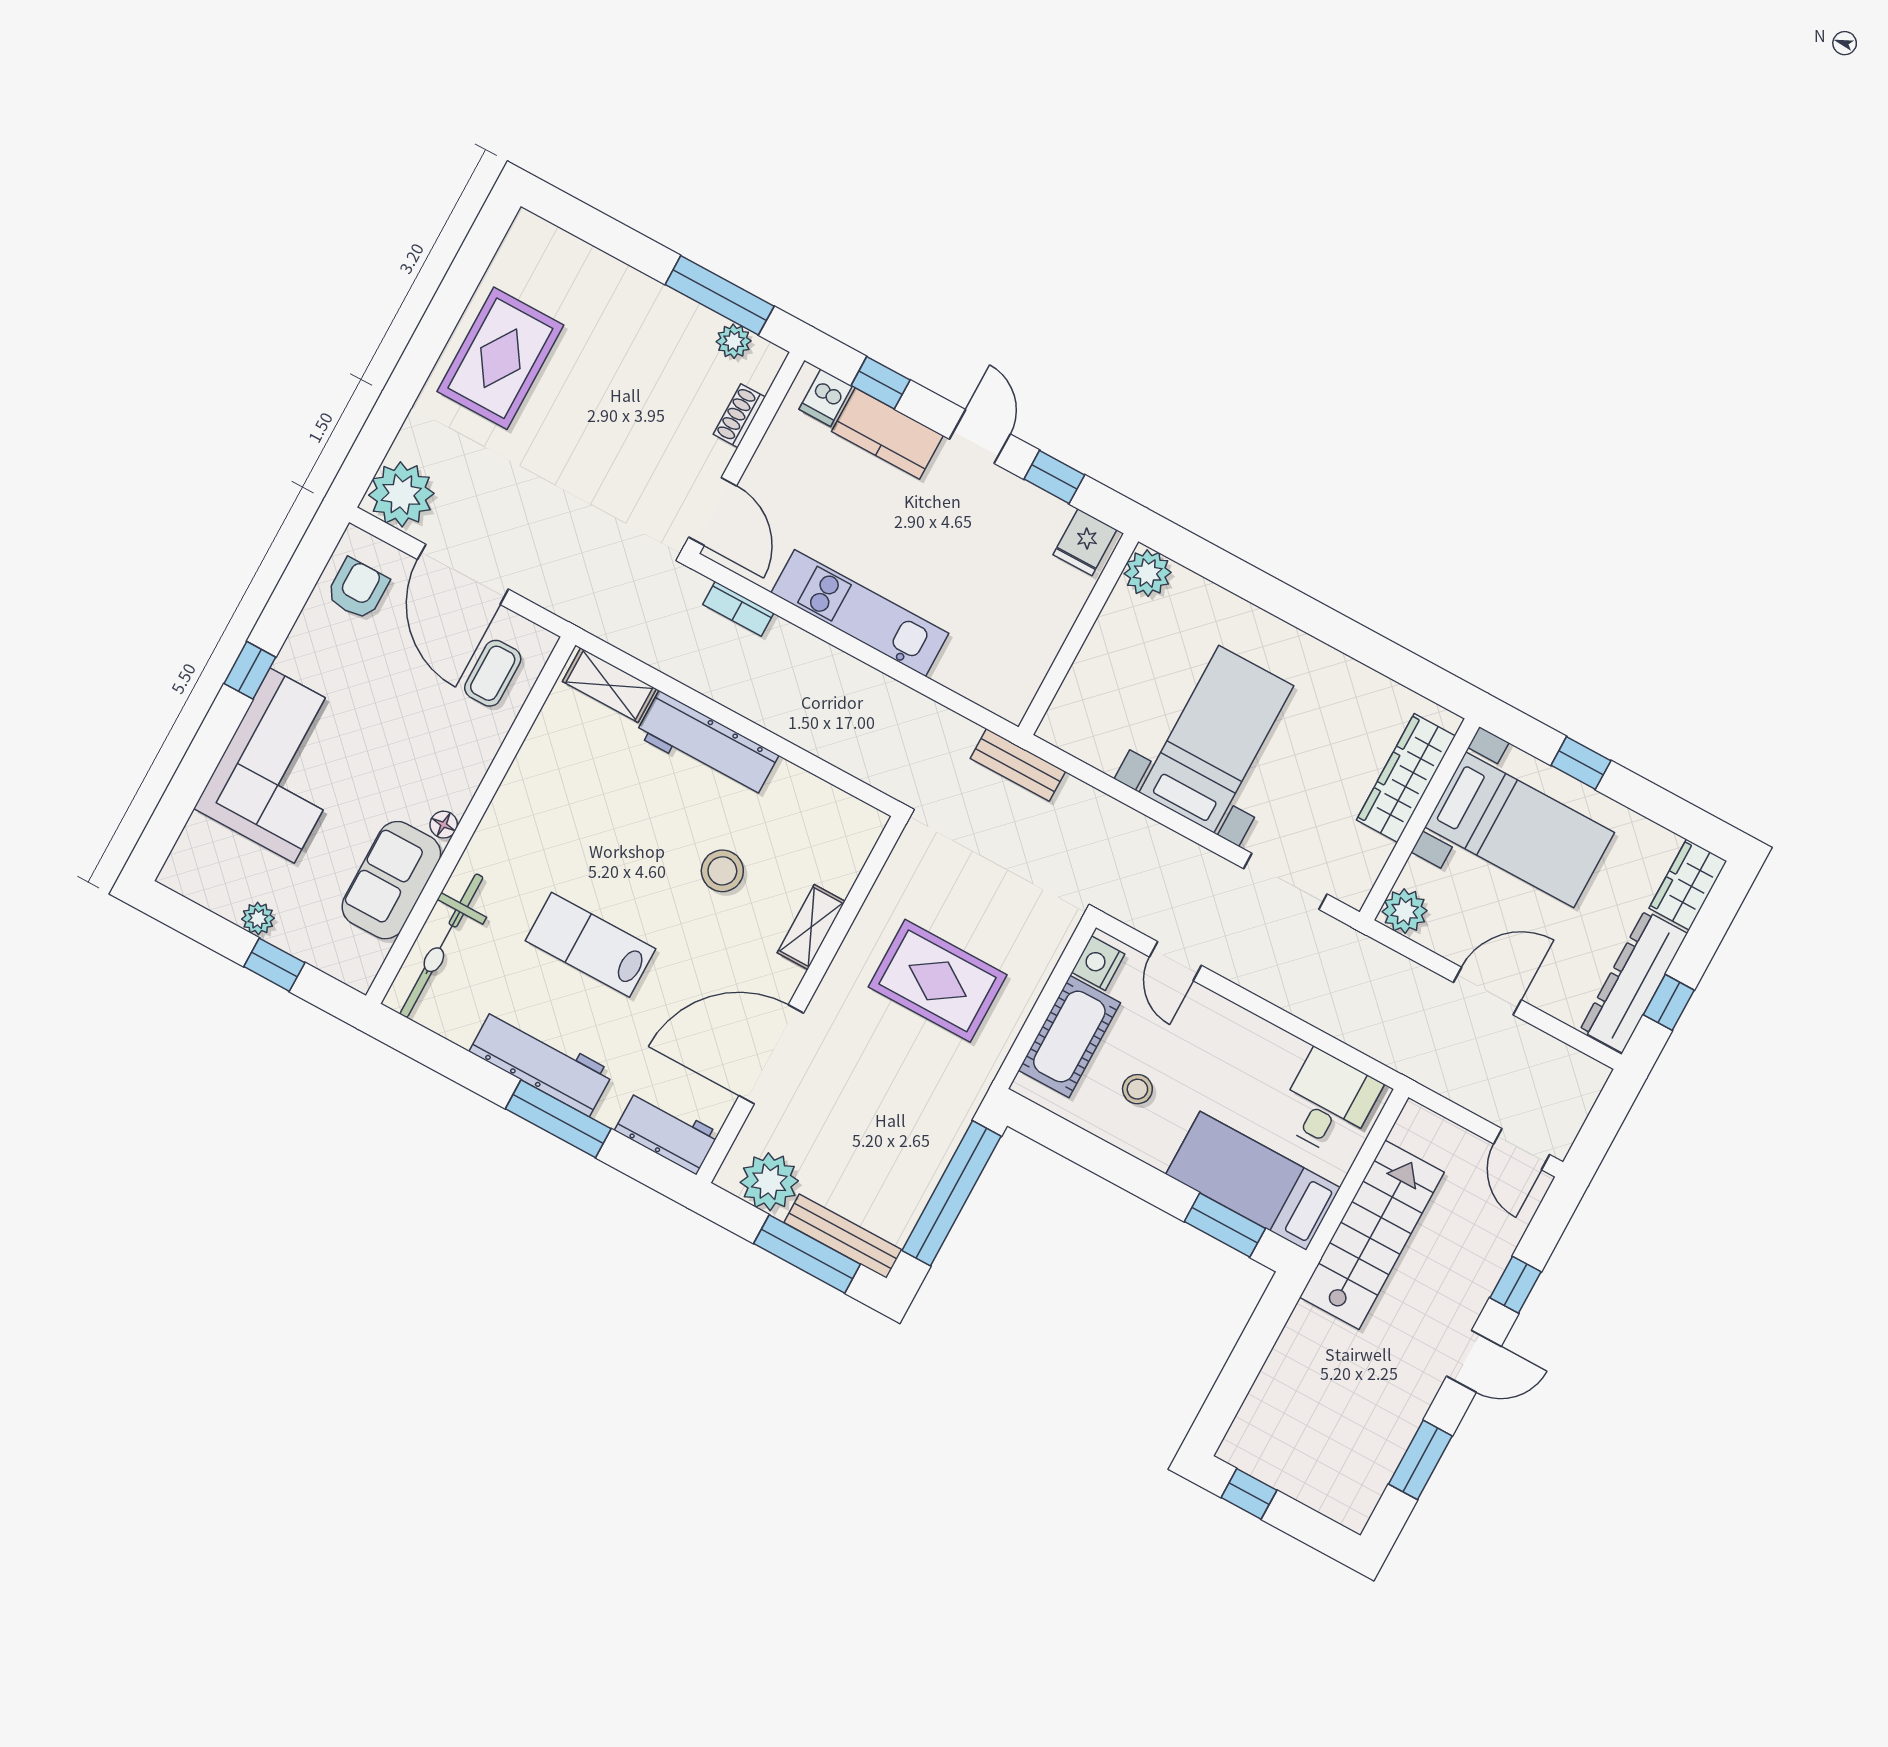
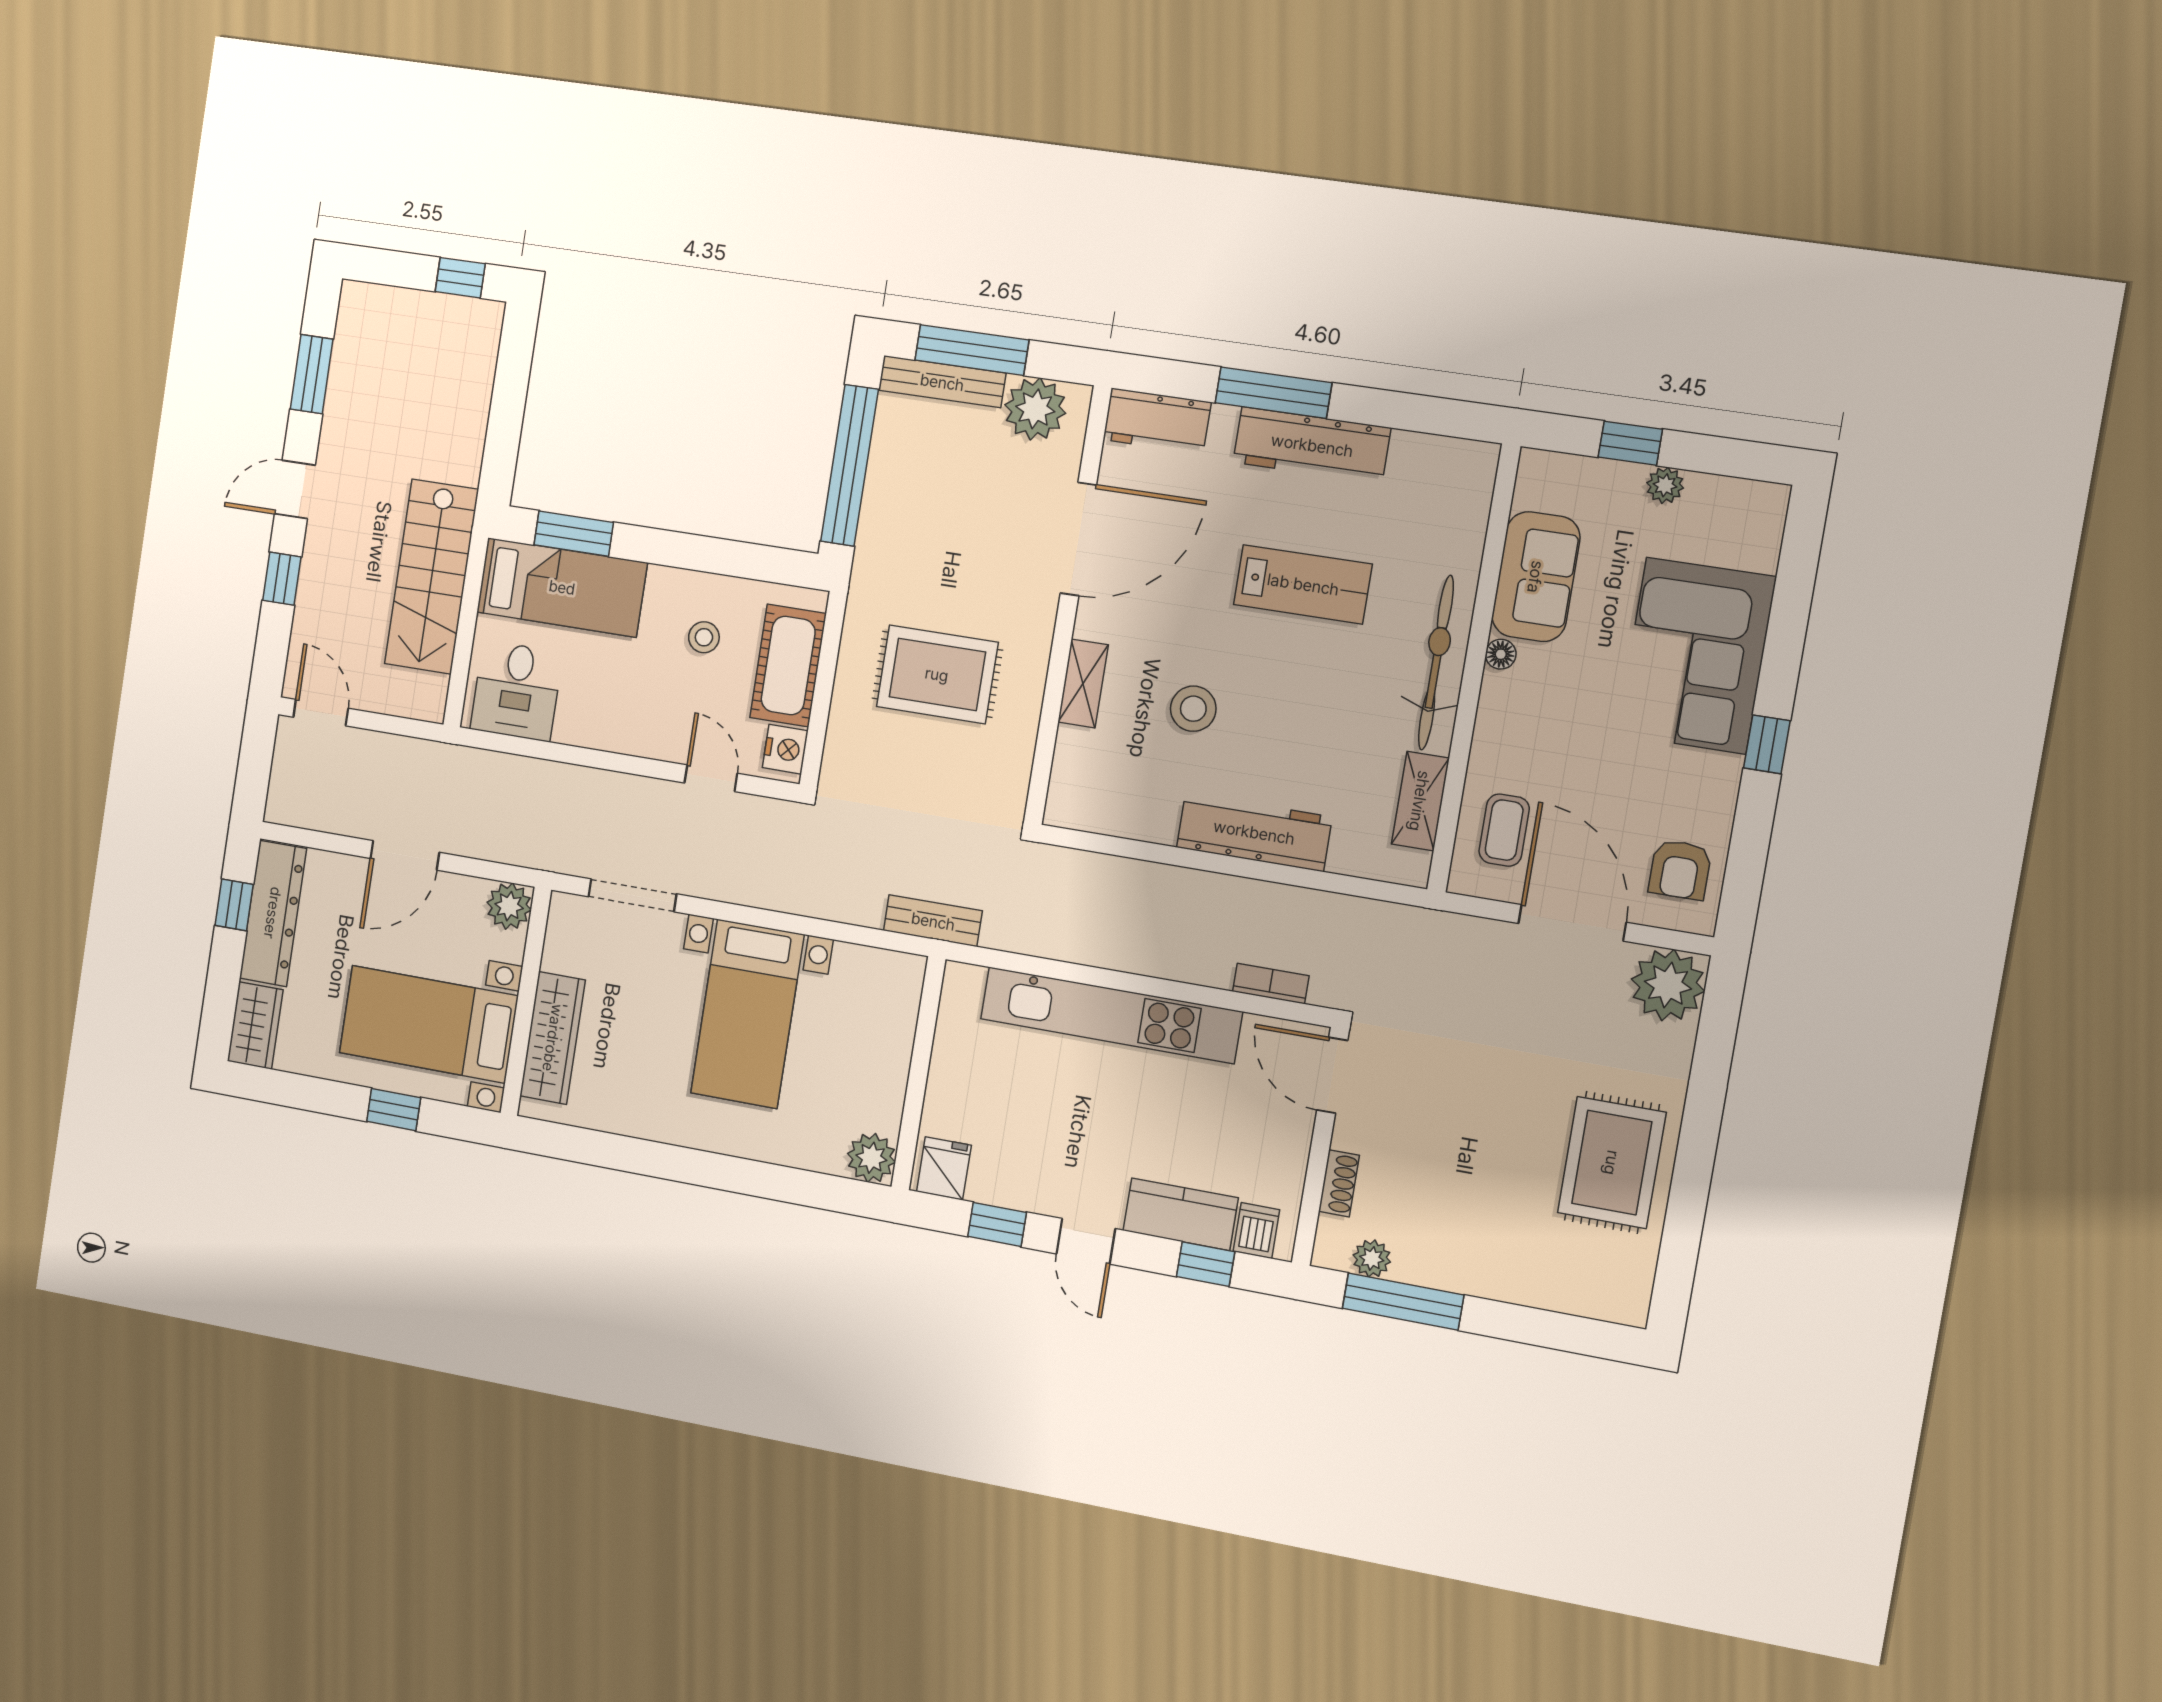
kitchen unit: (860, 613) -> (1111, 1015), width x1.36
shelving: (609, 685) -> (1420, 801), moved, turned 90
bicycle: (441, 946) -> (1436, 663), moved

